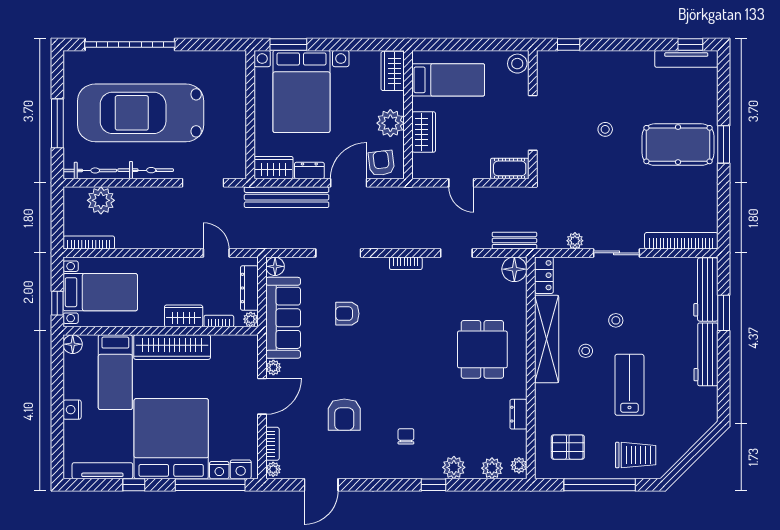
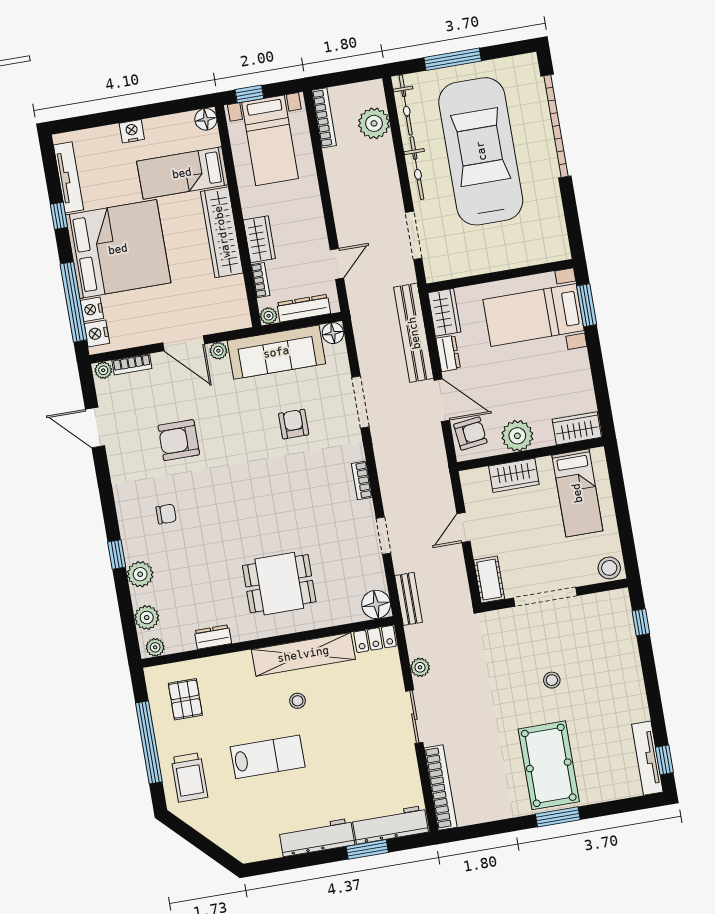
bed with nightstands: (301, 91) -> (534, 315), width x0.73
stool: (616, 320) -> (338, 729), removed

